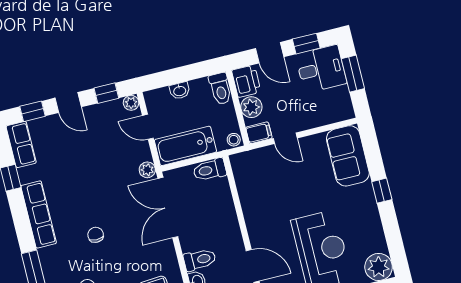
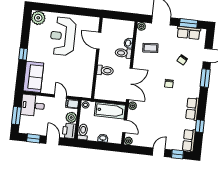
desk: (321, 69) -> (33, 105), moved
window: (106, 93) -> (139, 150), removed
door: (68, 102) -> (159, 152), hinge flipped
toilet: (210, 170) -> (105, 70), moved
row of seats: (39, 215) -> (192, 109), width x0.68

